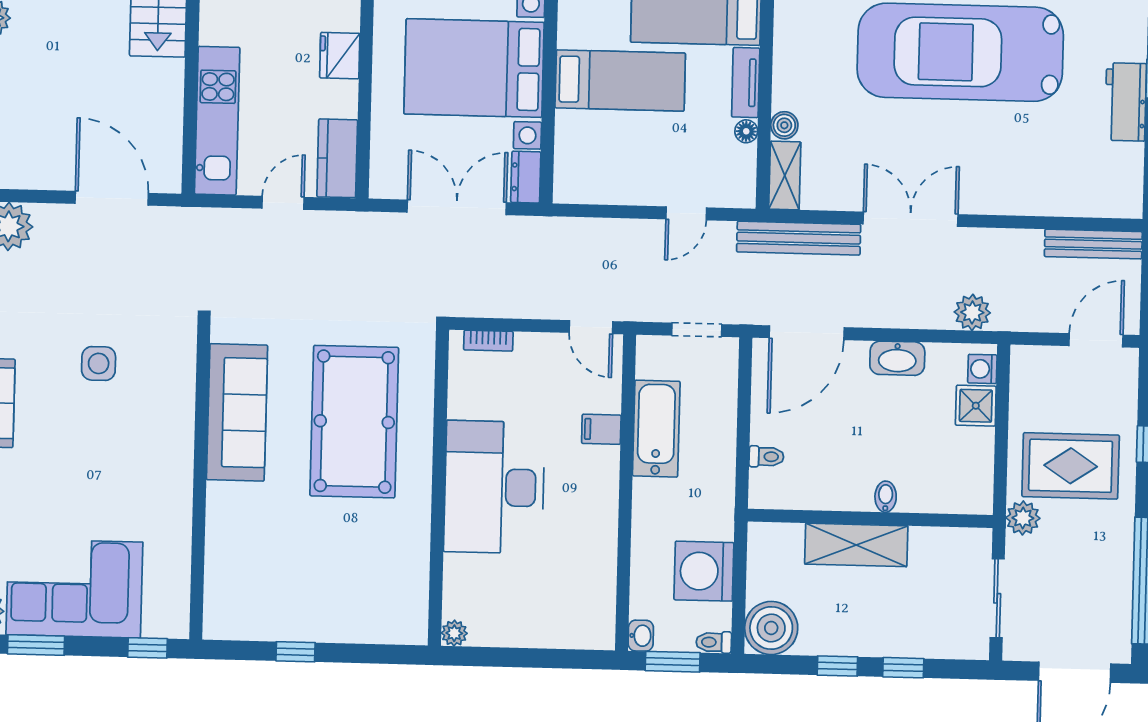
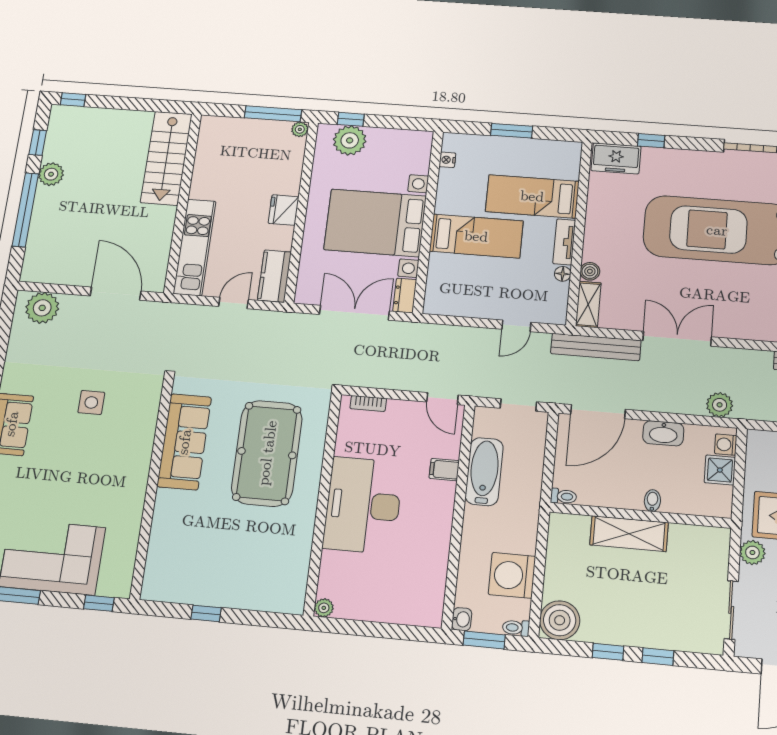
bidet: (886, 497) -> (652, 501), moved
wall: (870, 518) -> (640, 515), moved
shelving: (856, 545) -> (629, 534), moved

